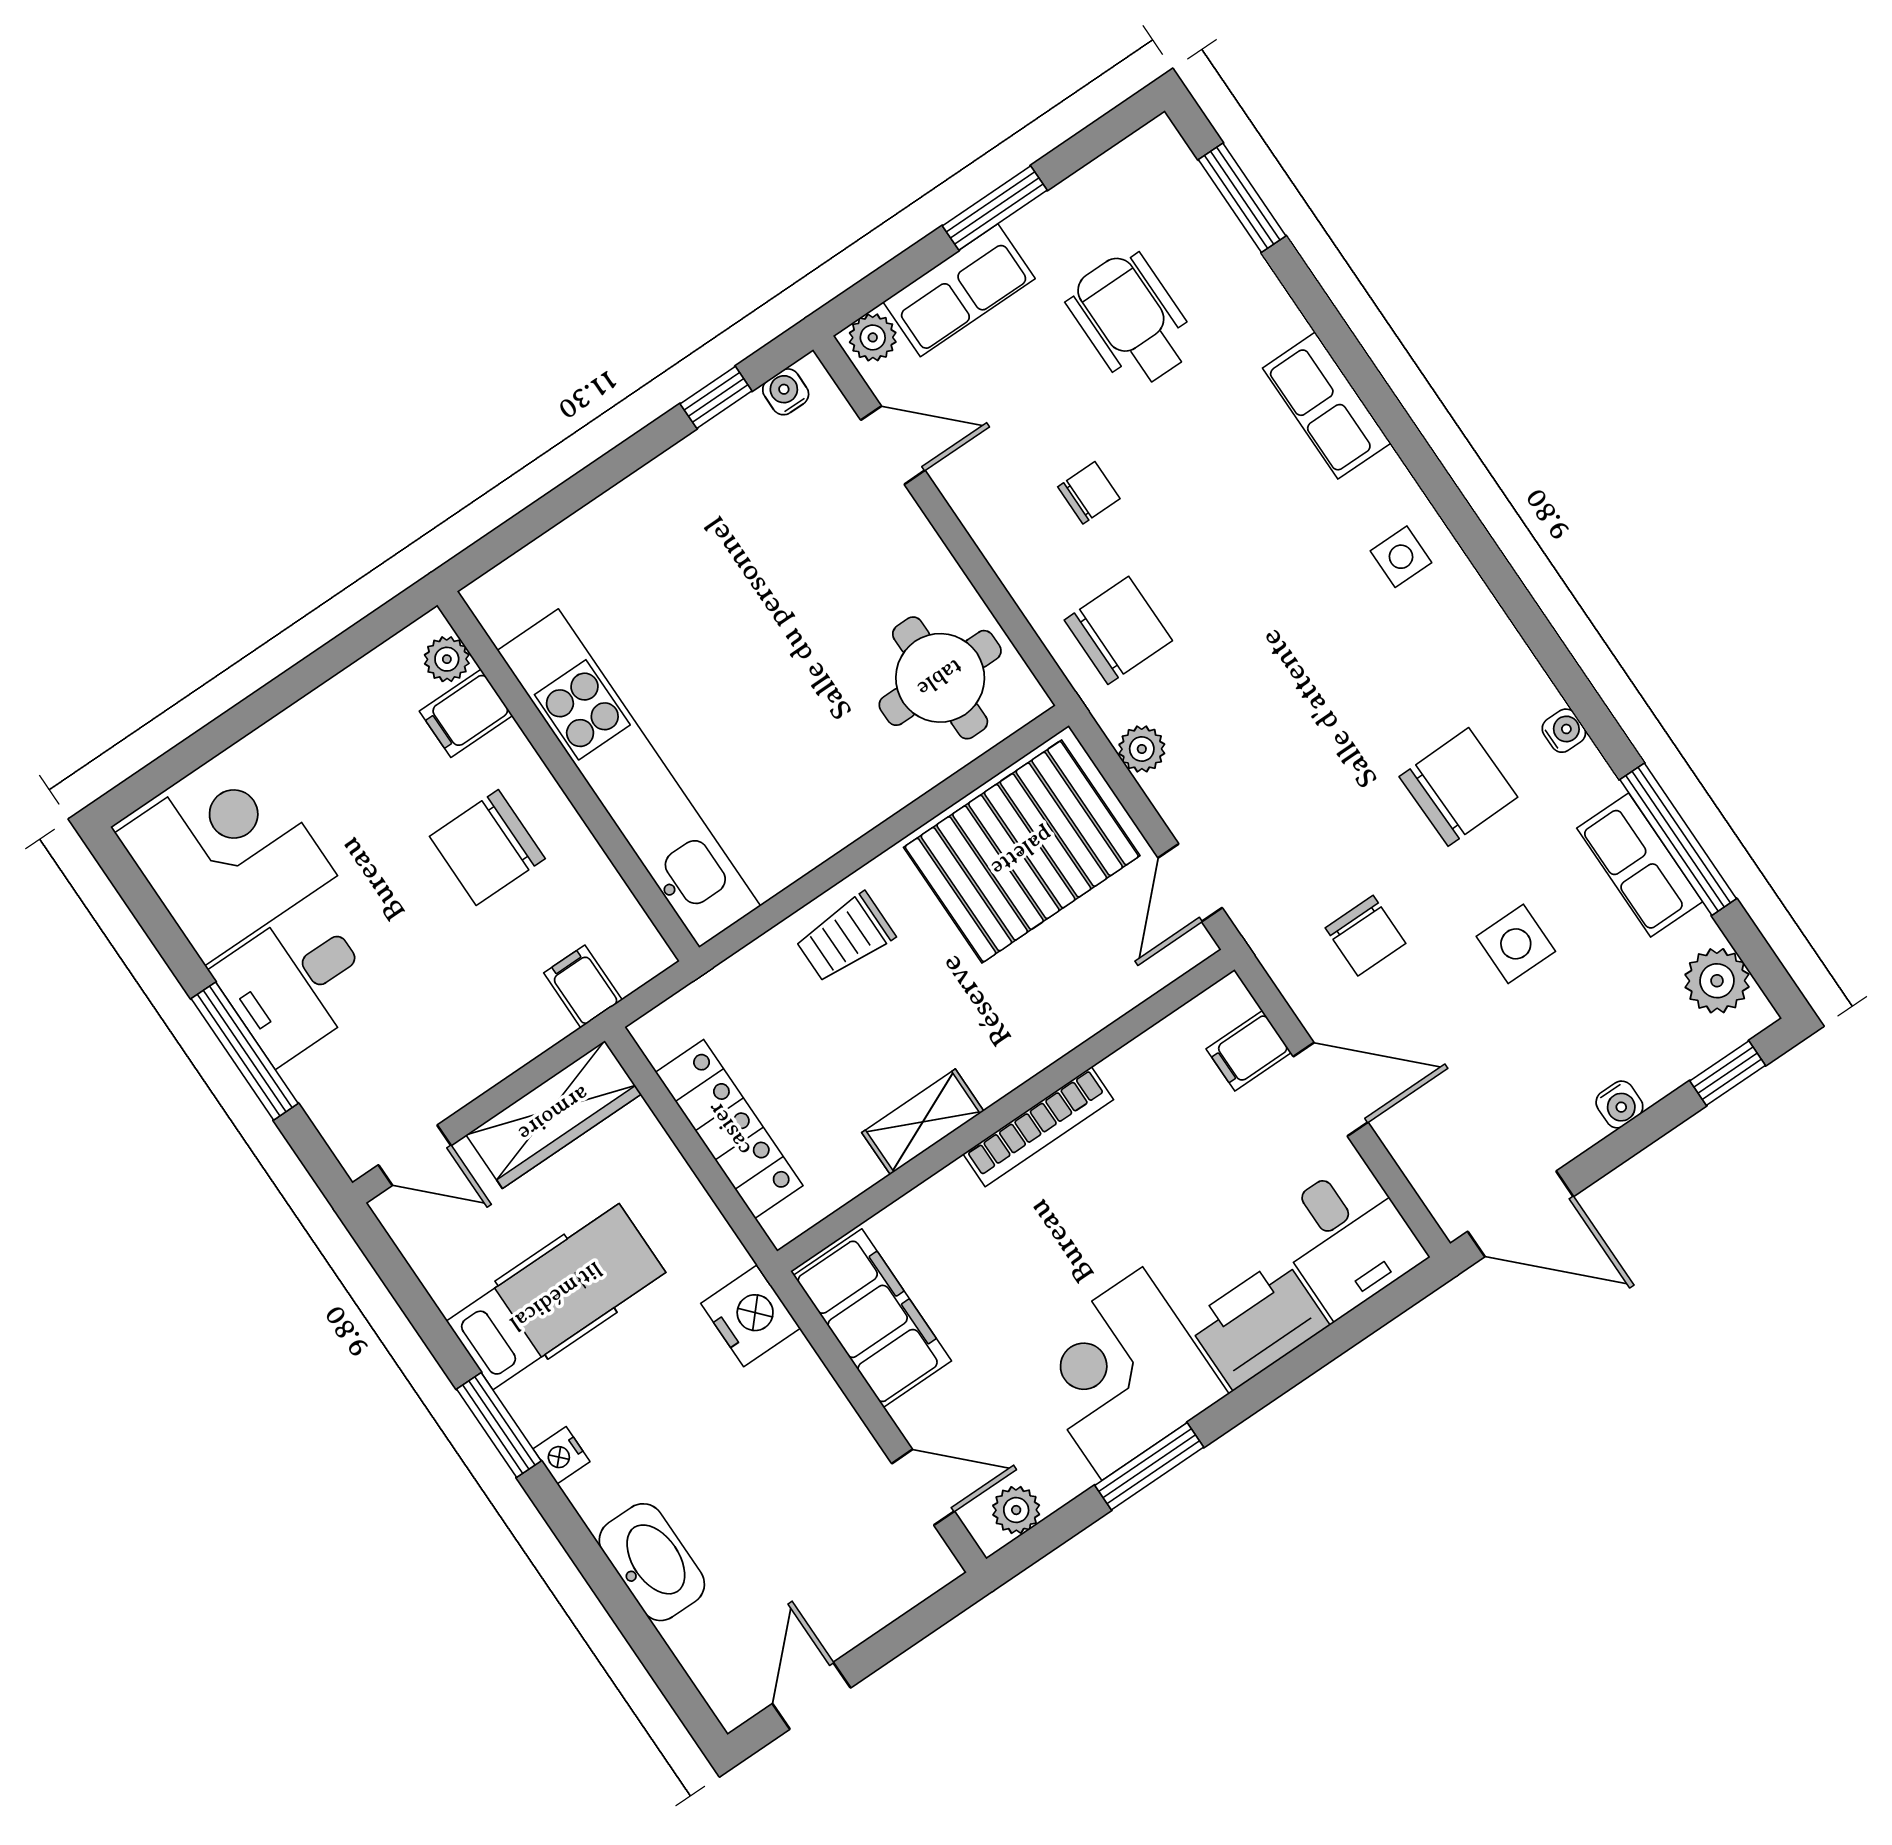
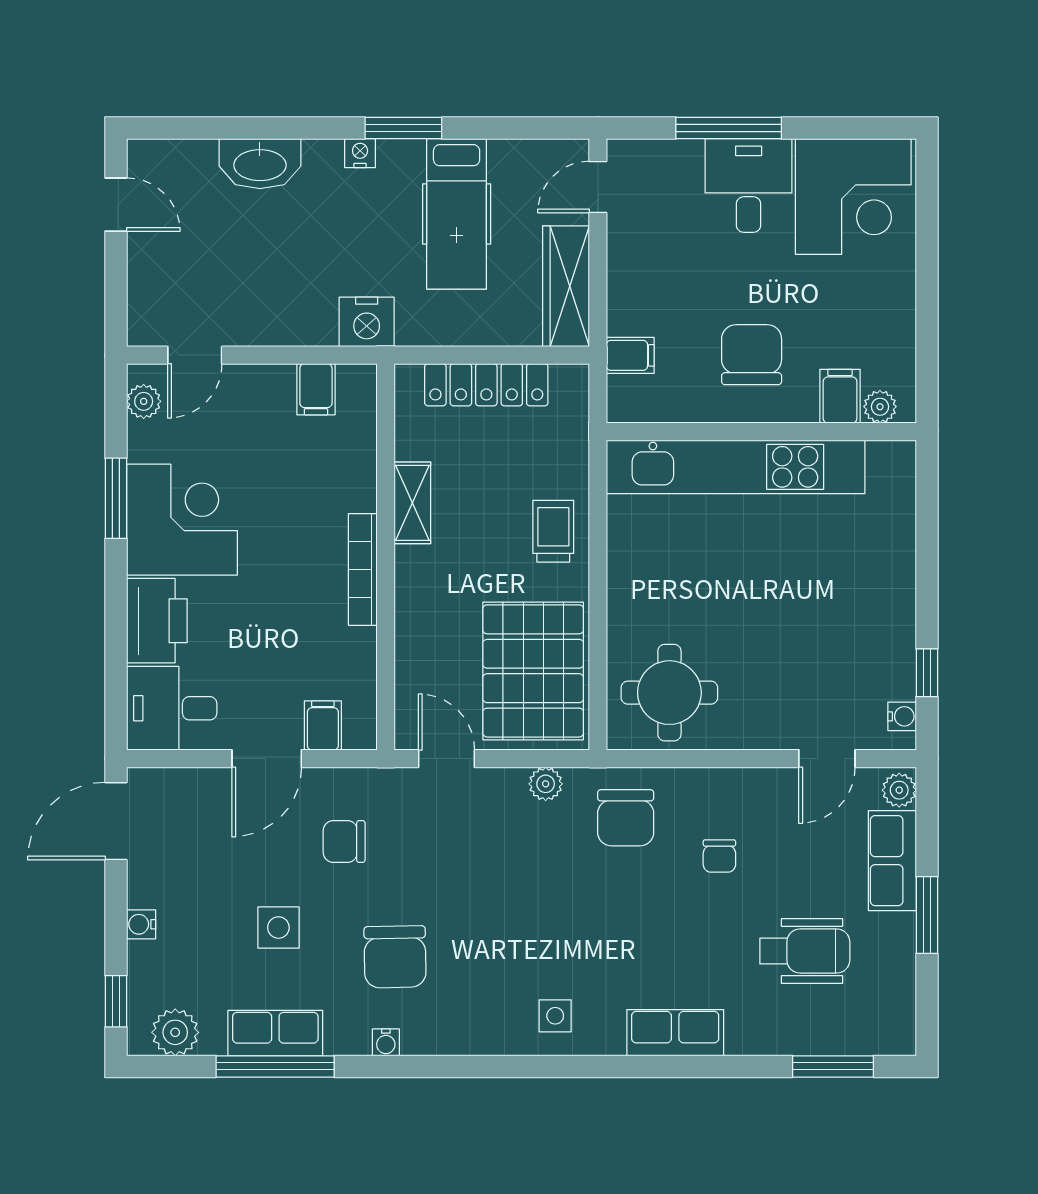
filing cabinet: (872, 1318) -> (316, 389), width x0.33, depth x0.86

